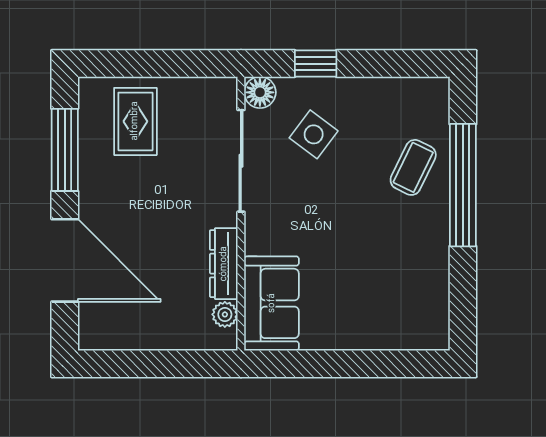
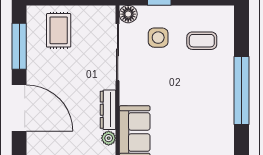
side table: (314, 134) -> (158, 38), turned -37
coffee table: (413, 167) -> (202, 41), moved, turned 64
window: (463, 185) -> (242, 91), moved

